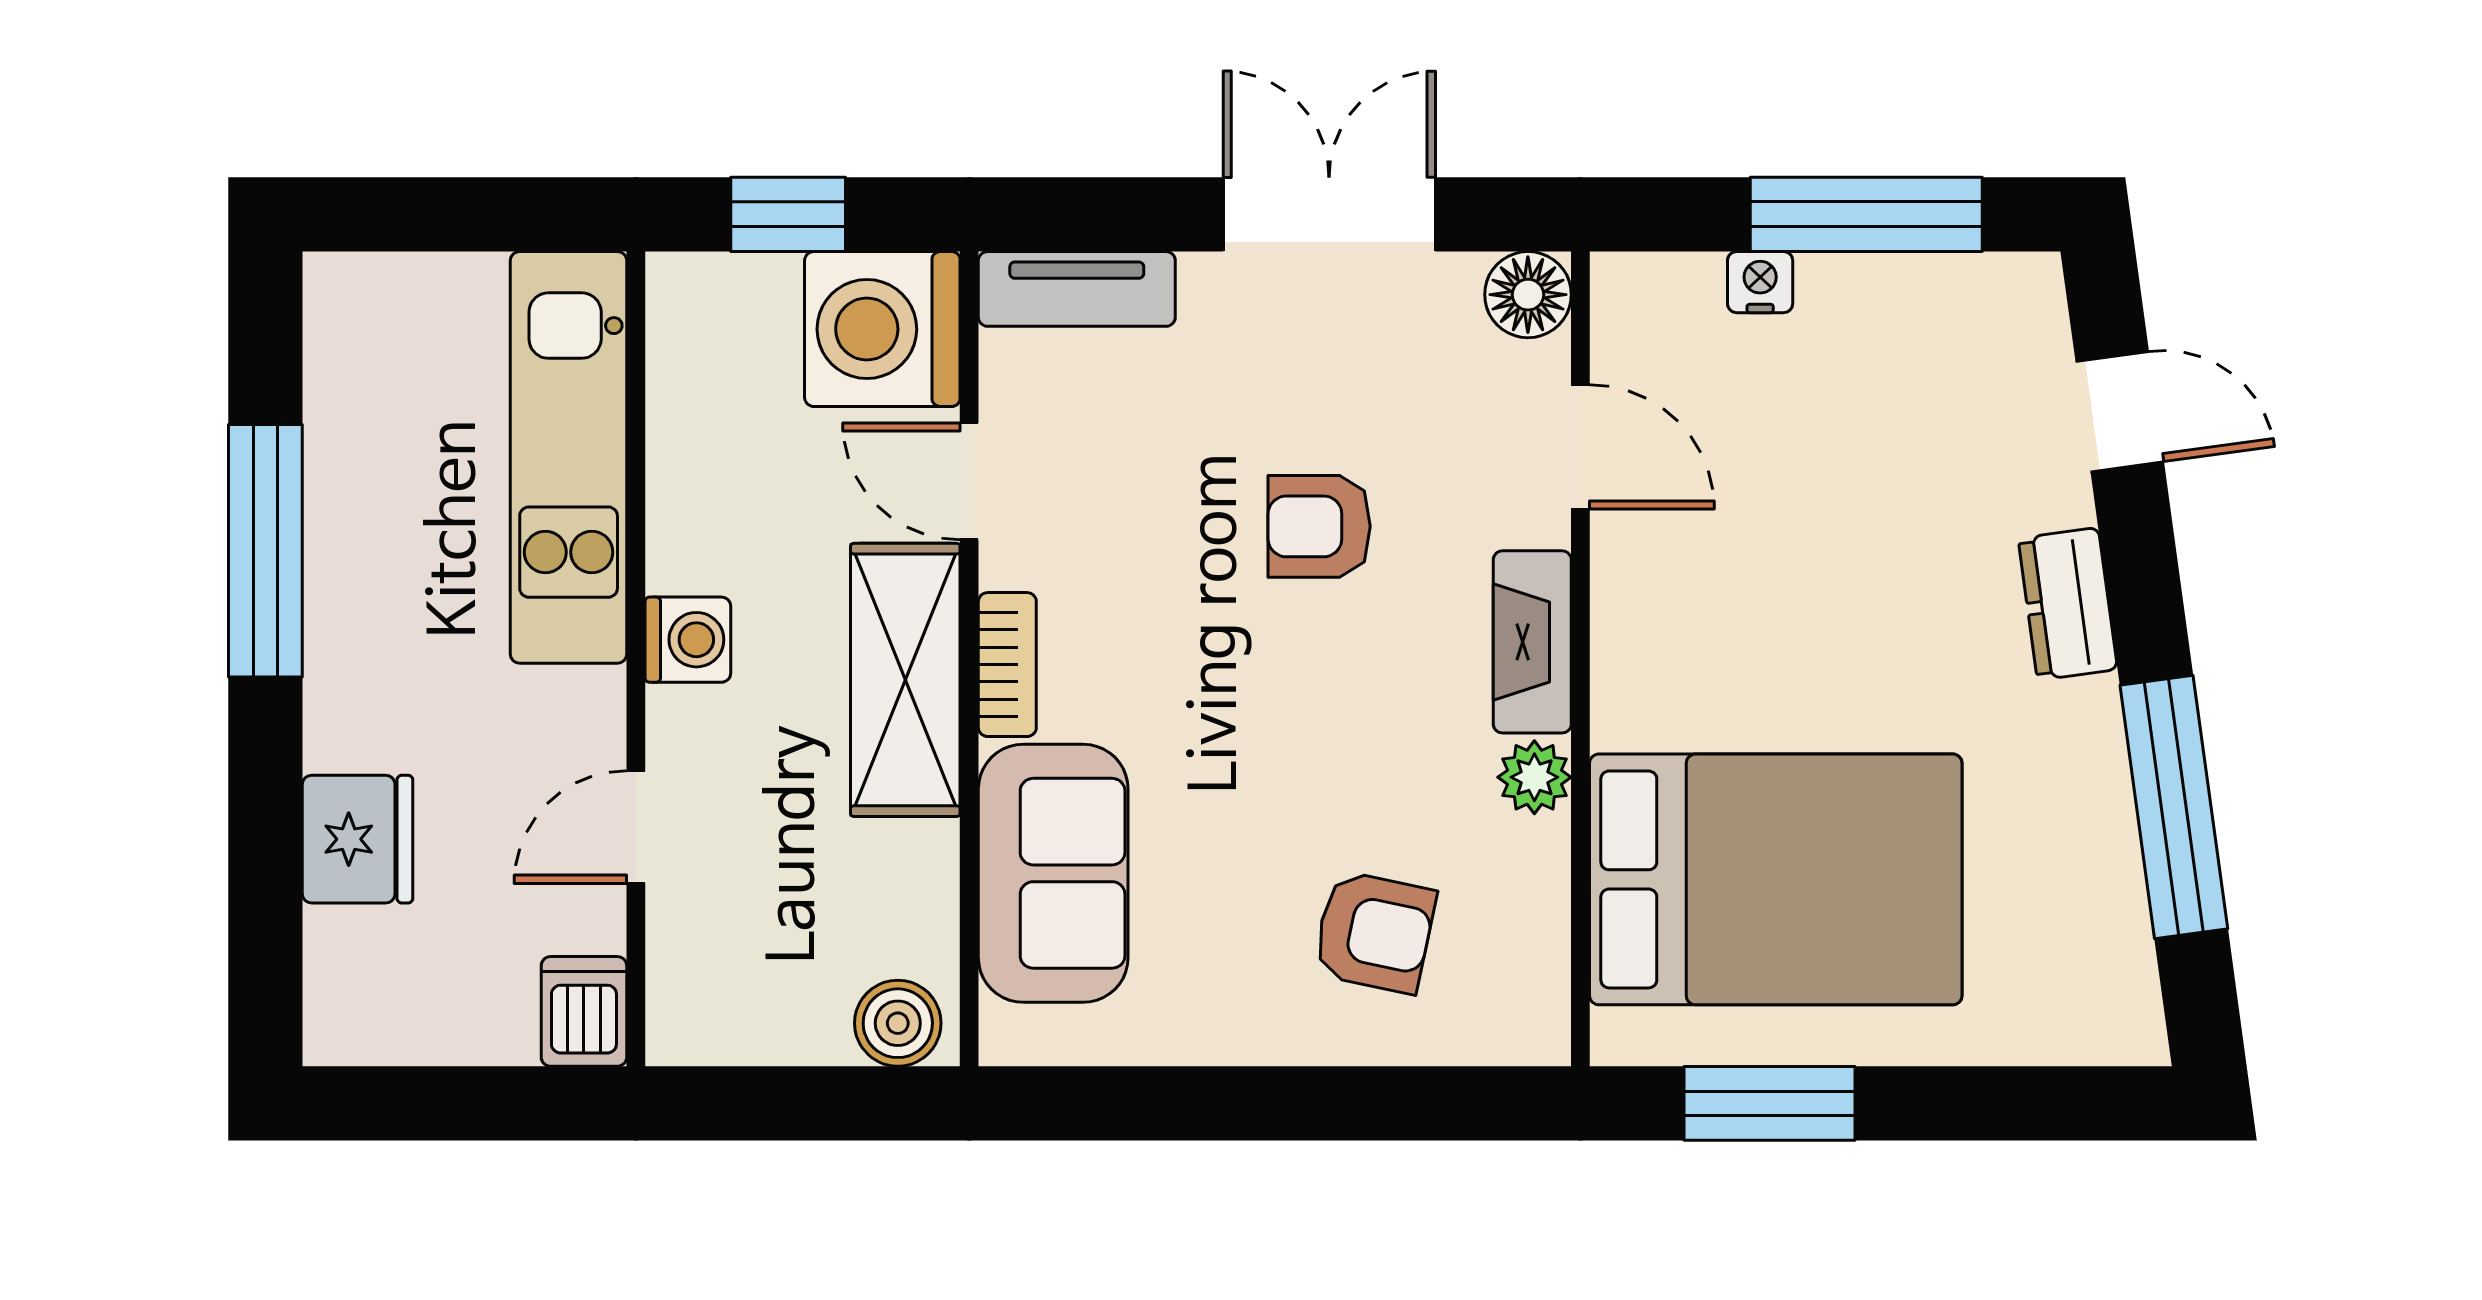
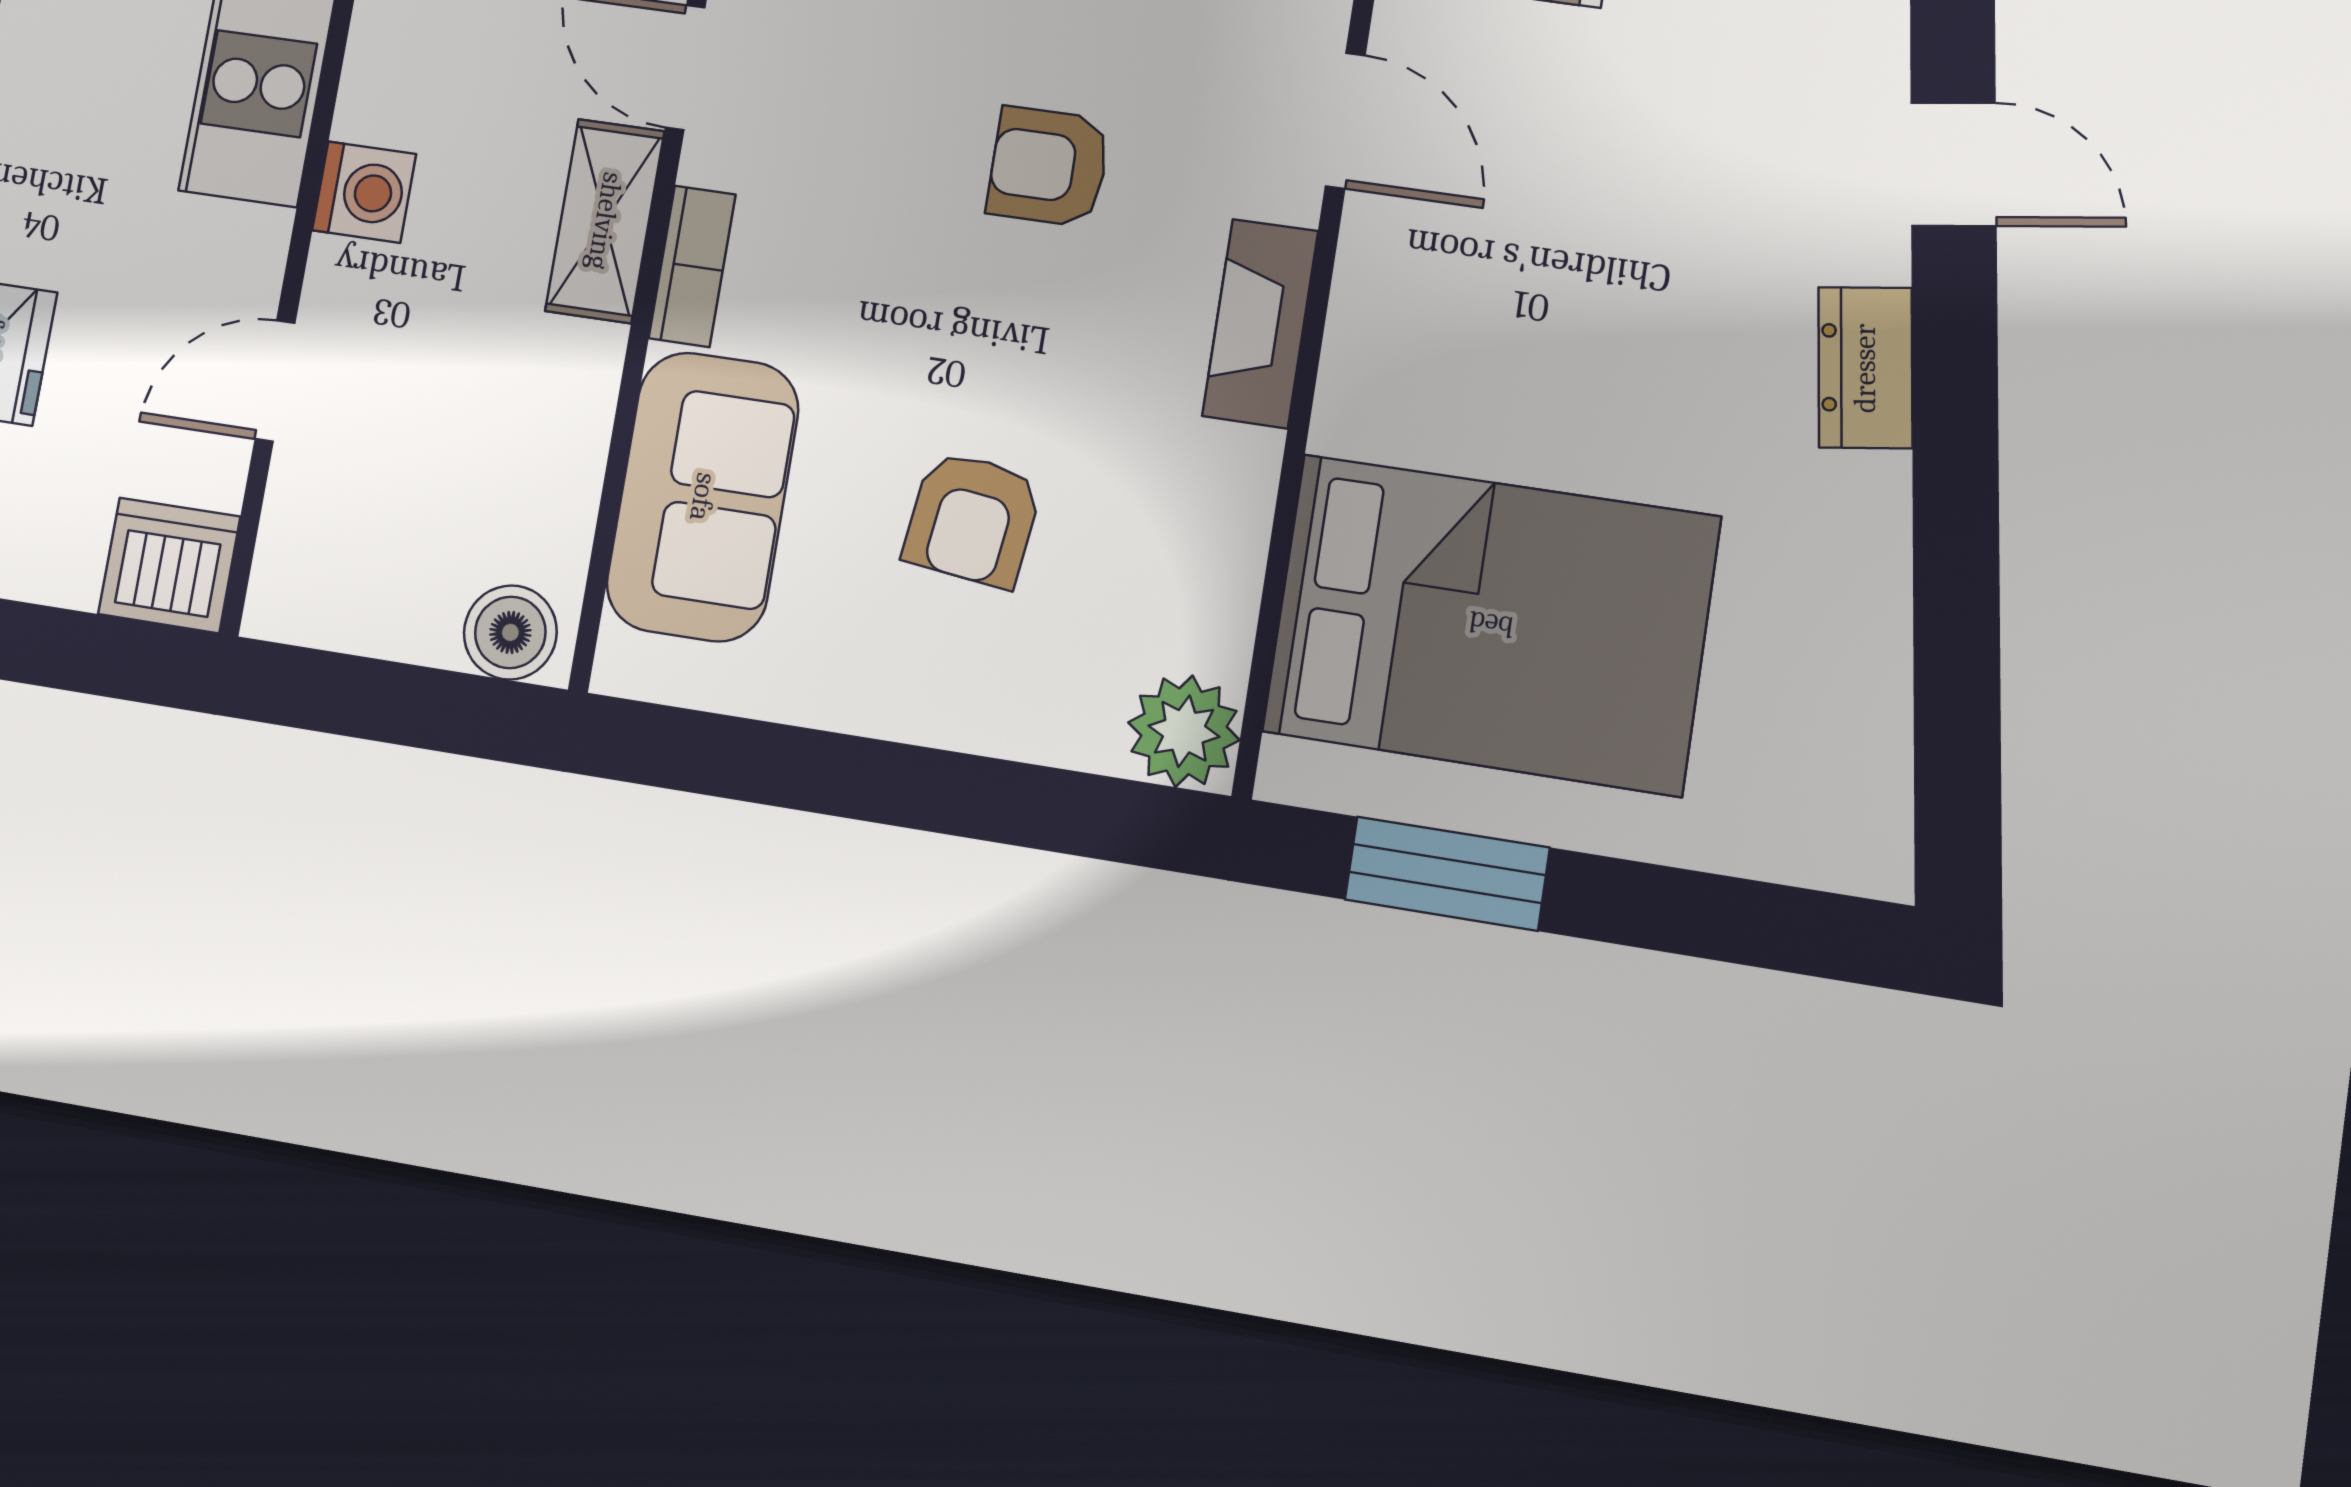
shelving: (905, 680) -> (605, 221), width x0.67, depth x0.75
plant: (1534, 777) -> (1184, 731), moved, width x1.38, depth x1.38
window: (2174, 807) -> (1956, 612), removed
armchair: (1374, 932) -> (973, 519), moved, turned 85
dishwasher: (584, 1011) -> (169, 565), width x1.38

